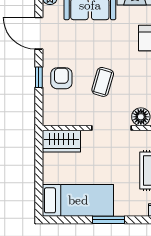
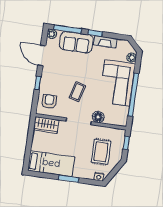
armchair: (61, 78) -> (49, 101), moved

